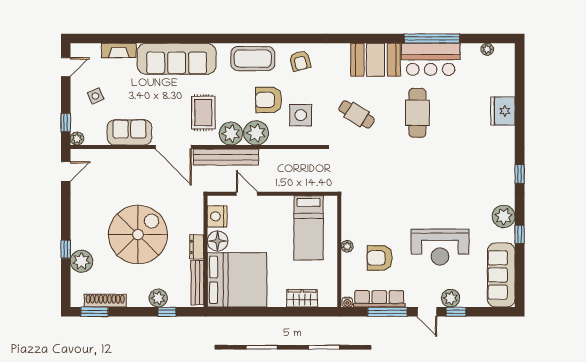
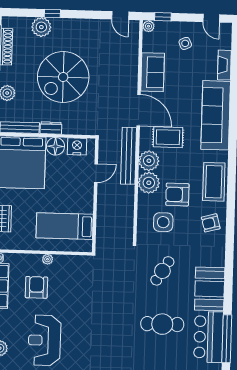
armchair: (269, 100) -> (177, 195), turned -90
door: (173, 147) -> (139, 110), swing flipped
spiral stairs: (138, 235) -> (63, 77), turned 90

